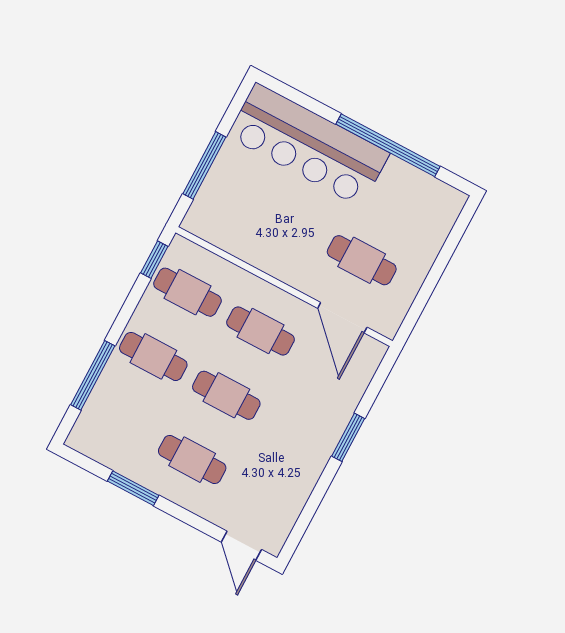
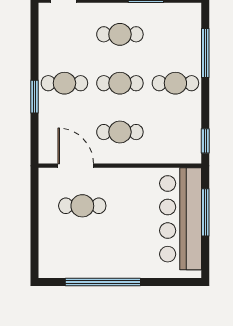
bar counter: (308, 145) -> (181, 219), moved, turned -90
cafe table: (187, 292) -> (64, 83), moved

